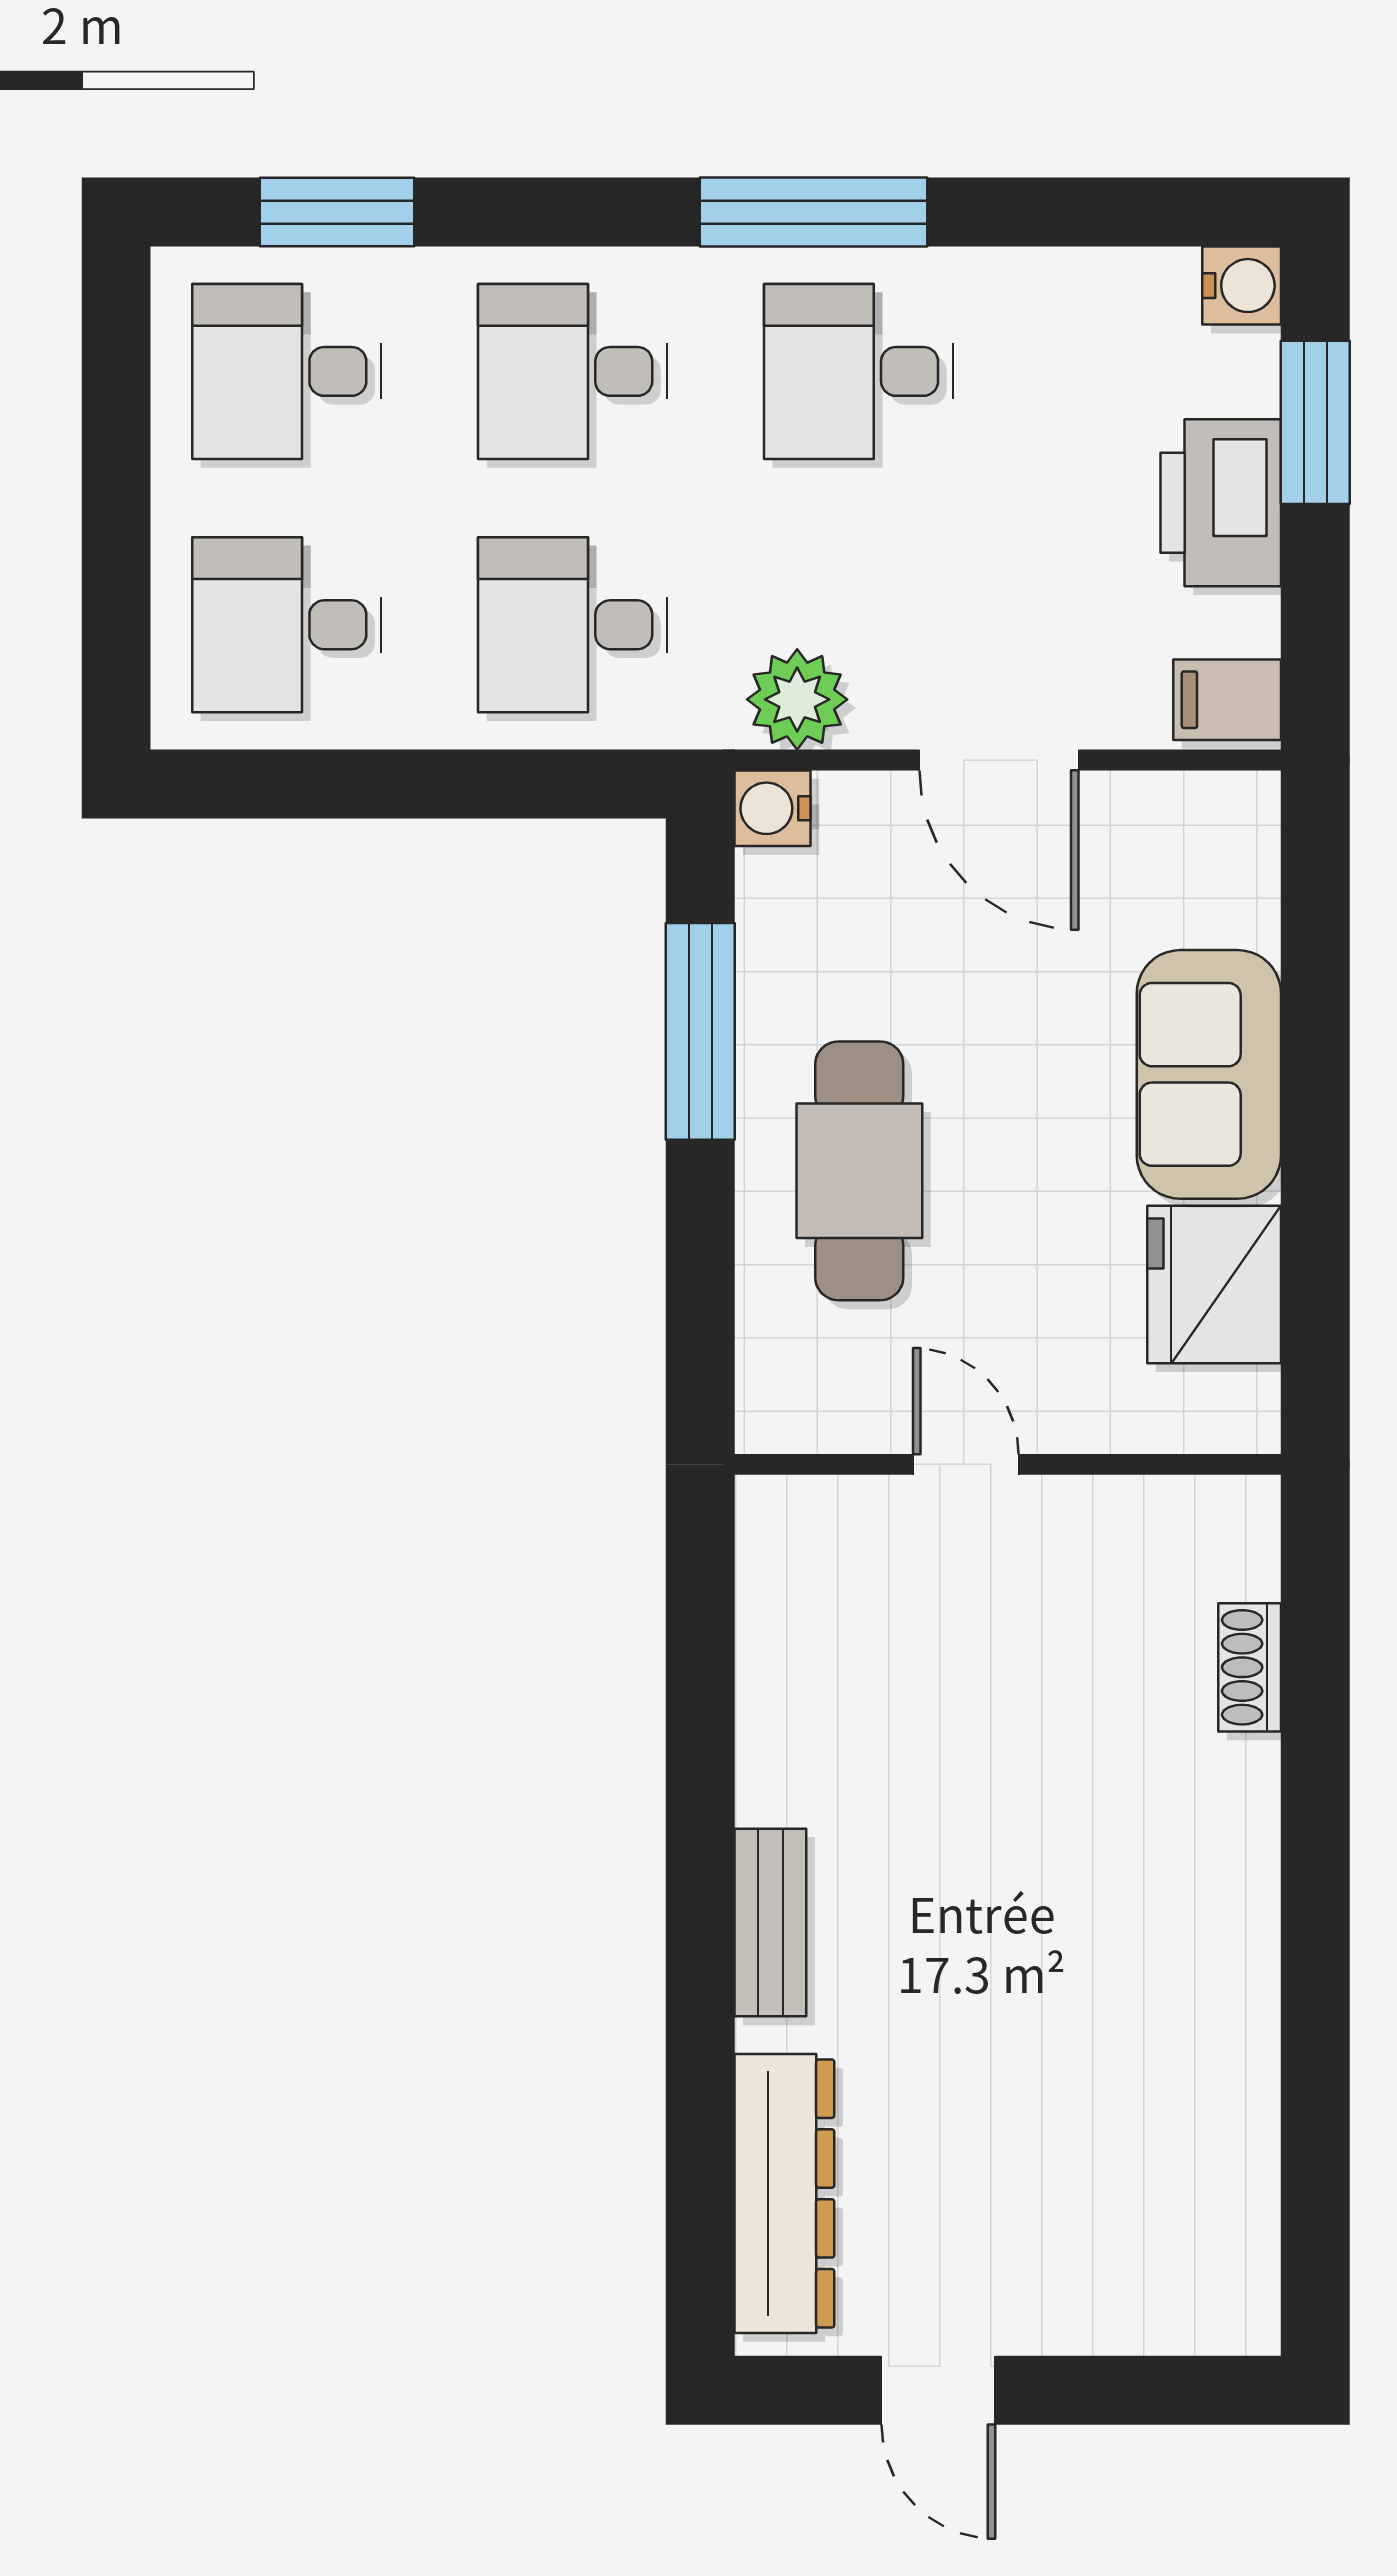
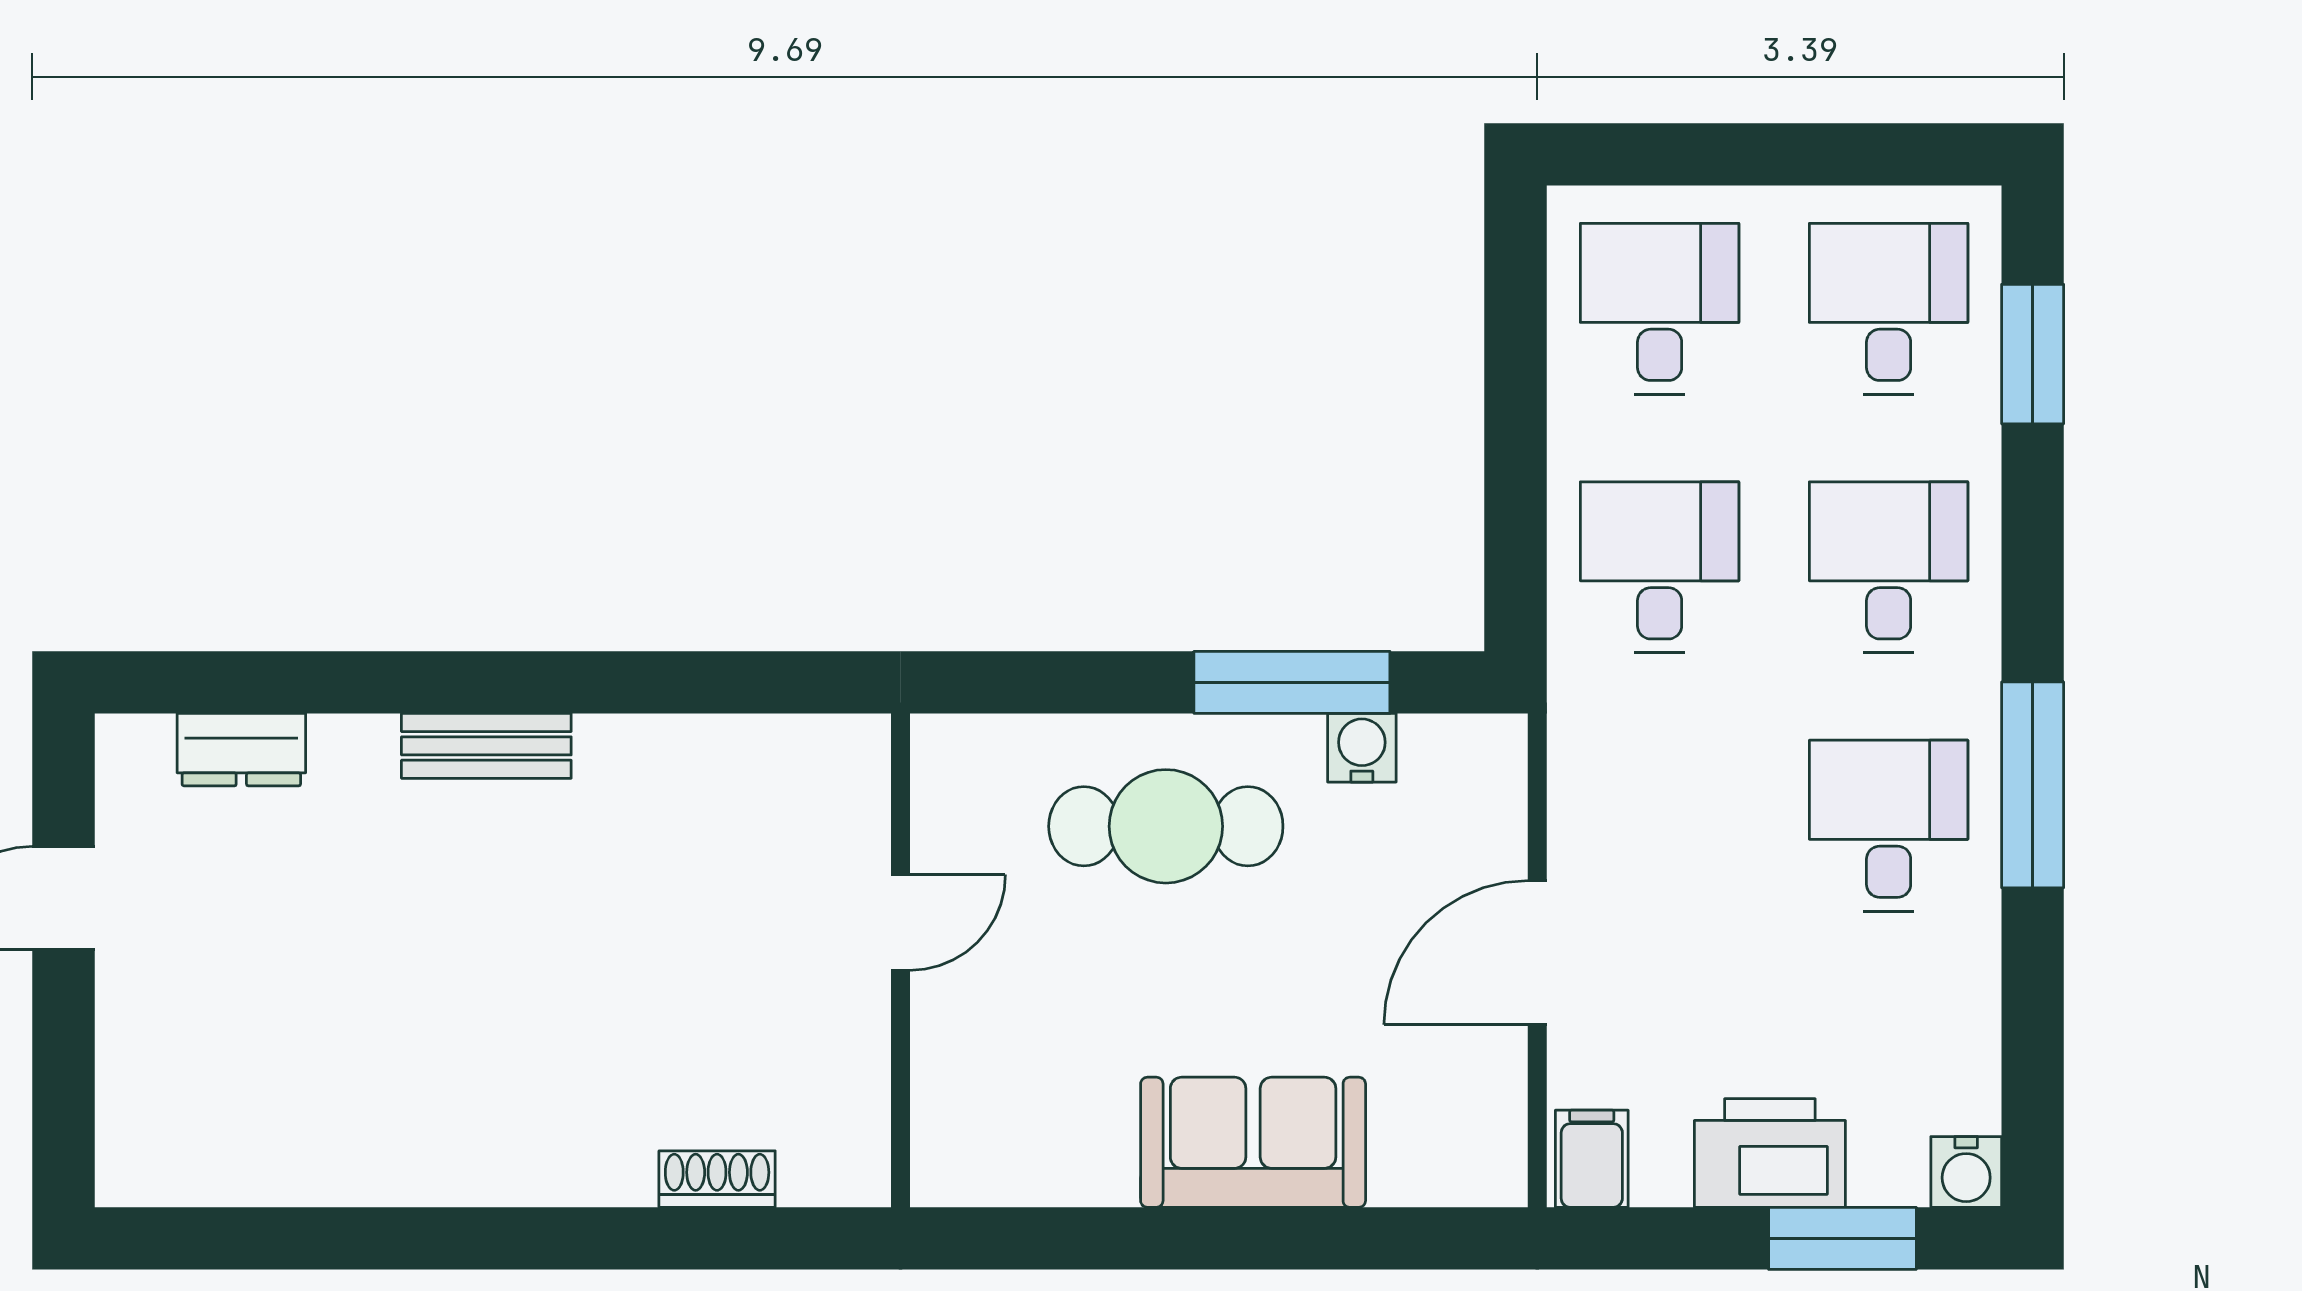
plant: (797, 699) -> (1592, 770), removed
water cooler: (772, 808) -> (1362, 748), moved
fridge: (1214, 1284) -> (1063, 1147), removed
dresser: (784, 2193) -> (241, 750), width x0.51, depth x0.80

